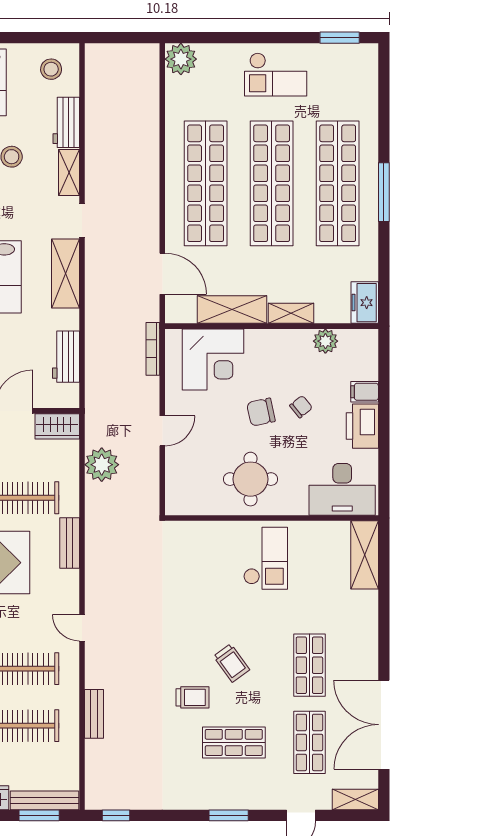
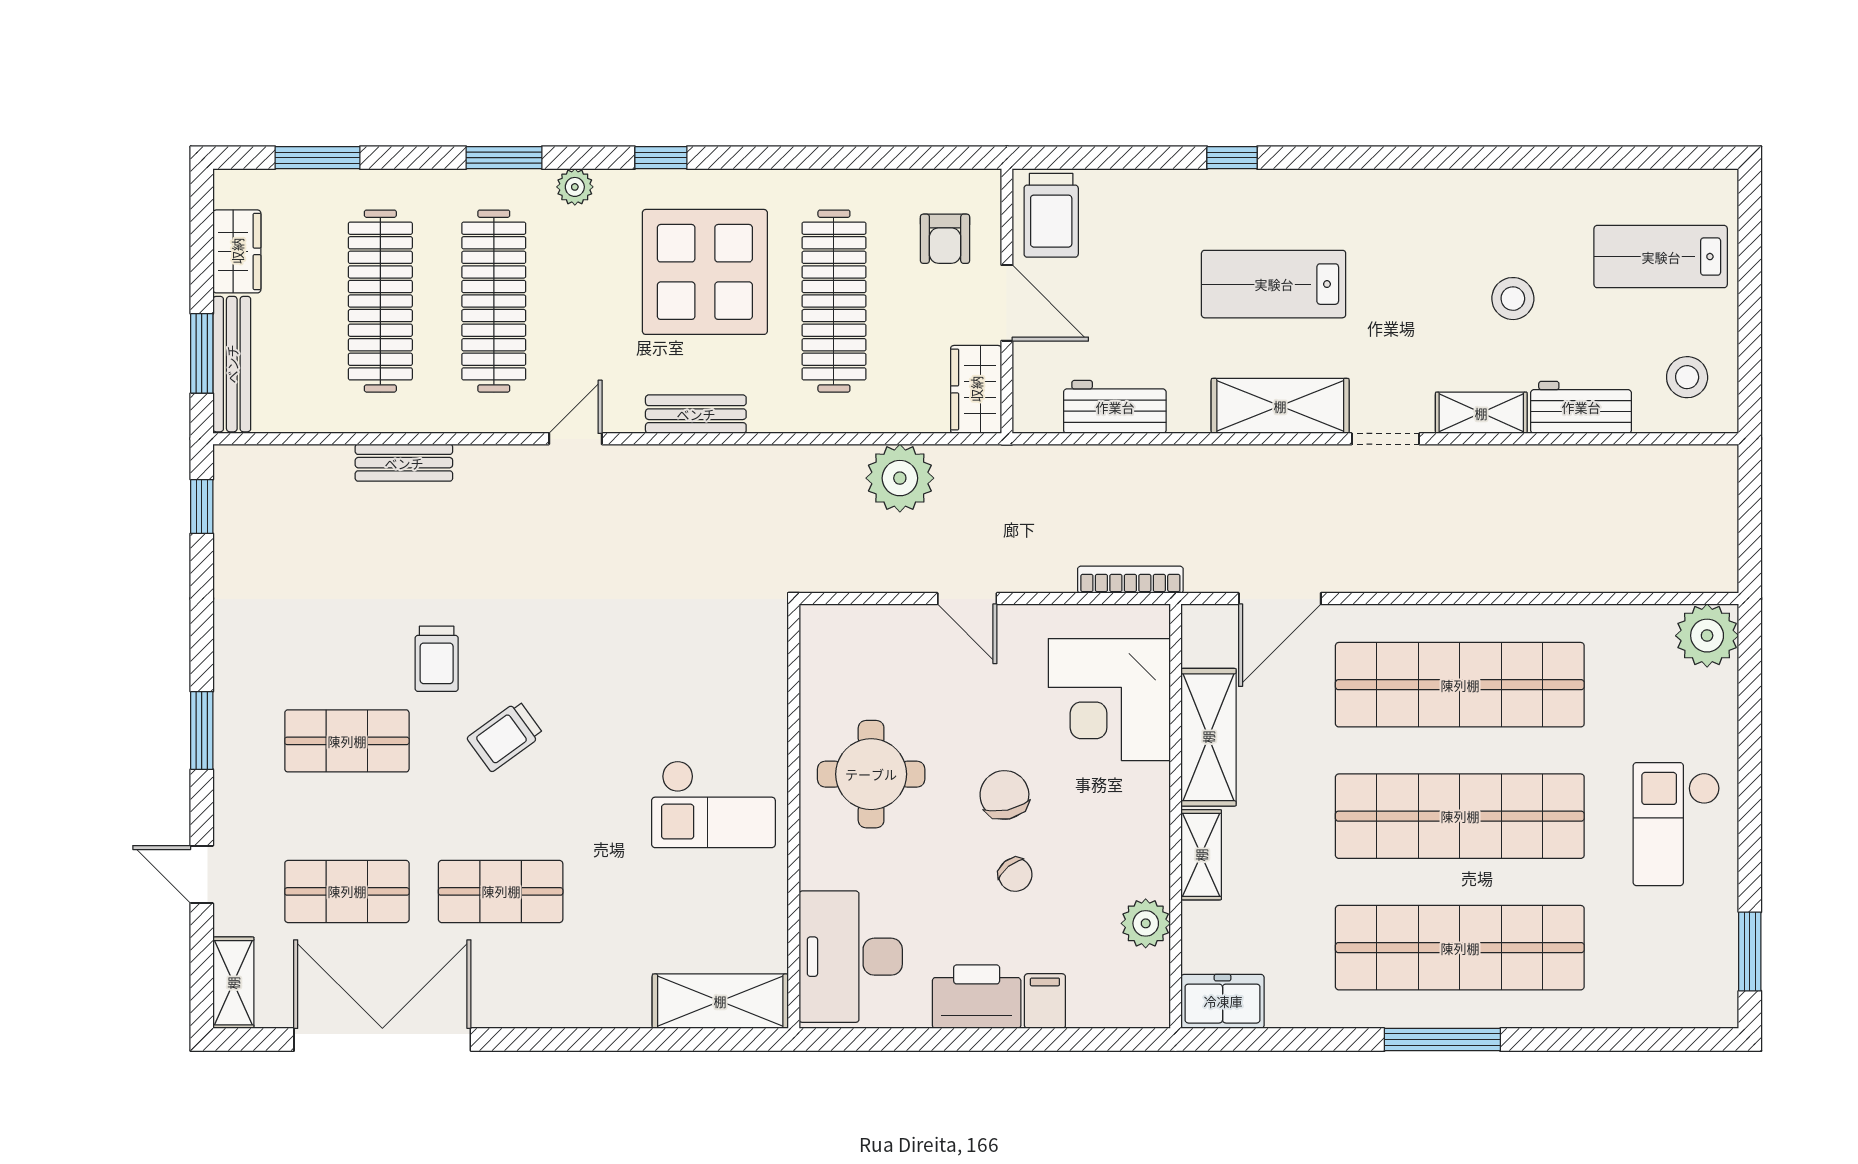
bench: (70, 543) -> (696, 414), moved
shop shelf: (234, 742) -> (347, 741), turned 90

